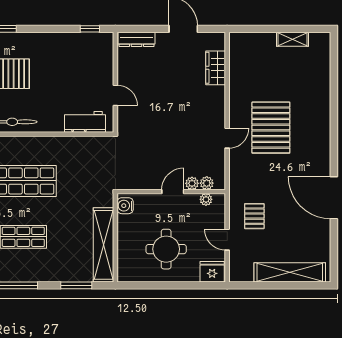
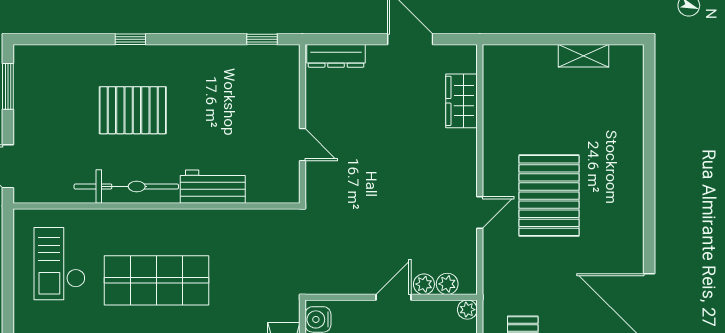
workbench: (85, 122) -> (213, 187), moved
plant: (206, 199) -> (467, 310), moved

